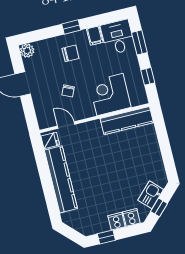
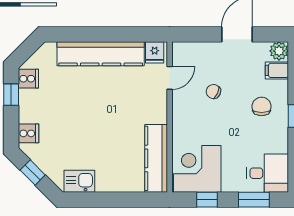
filing cabinet: (95, 36) -> (277, 70), moved
chair: (70, 53) -> (262, 106), turned 180
corner desk: (110, 94) -> (197, 169), moved, turned -90
kitchen sink: (151, 195) -> (79, 181), moved, turned -45
cooker: (117, 221) -> (28, 79), moved

